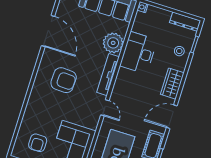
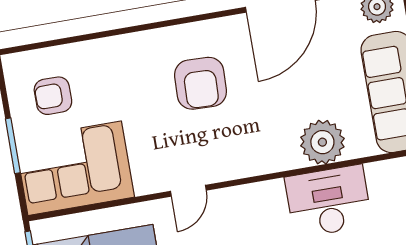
tv unit: (108, 75) -> (256, 164), removed

